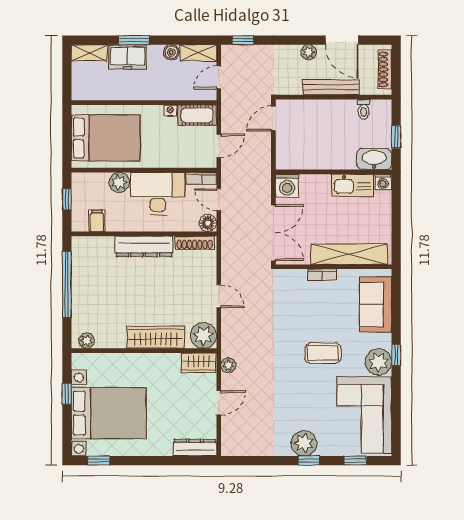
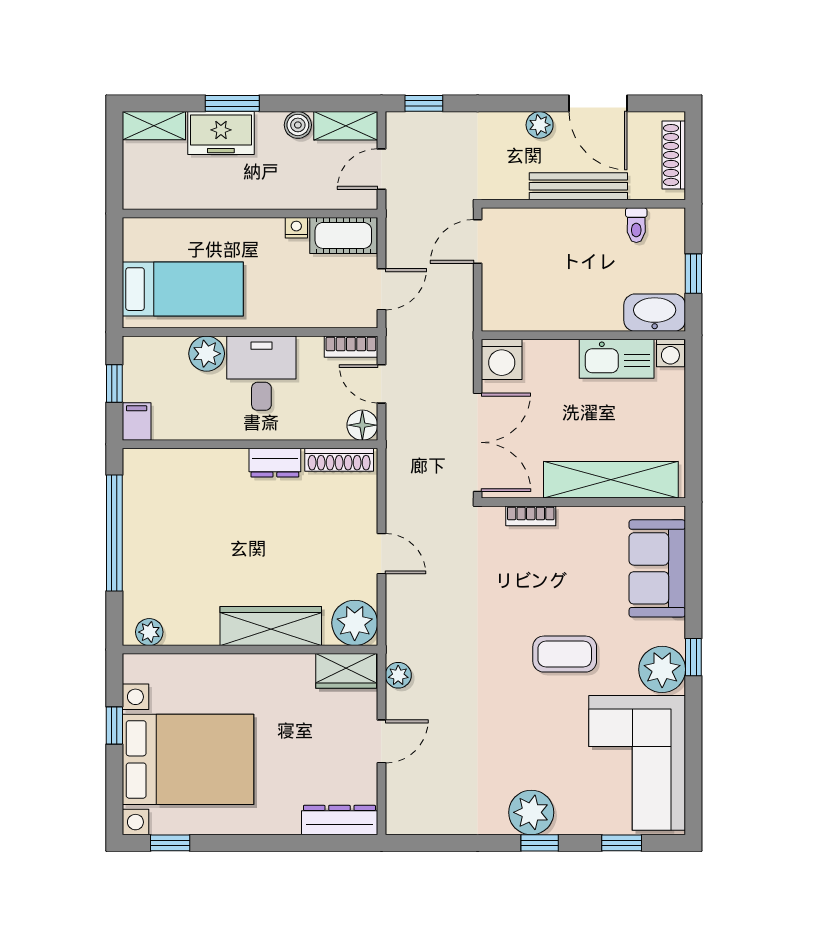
bed: (106, 138) -> (183, 289), width x0.67
desk: (158, 193) -> (261, 373), width x0.73
filing cabinet: (97, 221) -> (137, 422), moved
dresser: (144, 246) -> (275, 463), width x0.51, depth x0.80
bookcase: (322, 275) -> (531, 516), moved

